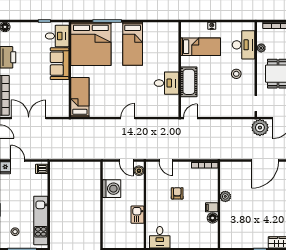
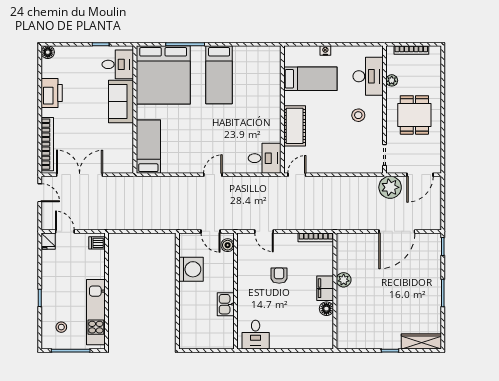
desk: (167, 83) -> (265, 158), moved
filing cabinet: (212, 207) -> (325, 288), width x2.00

